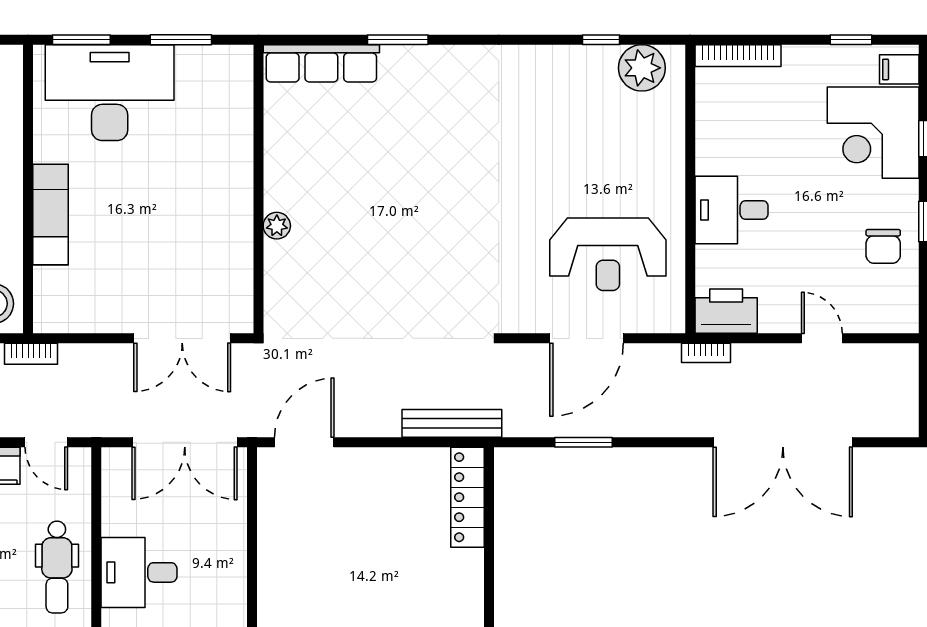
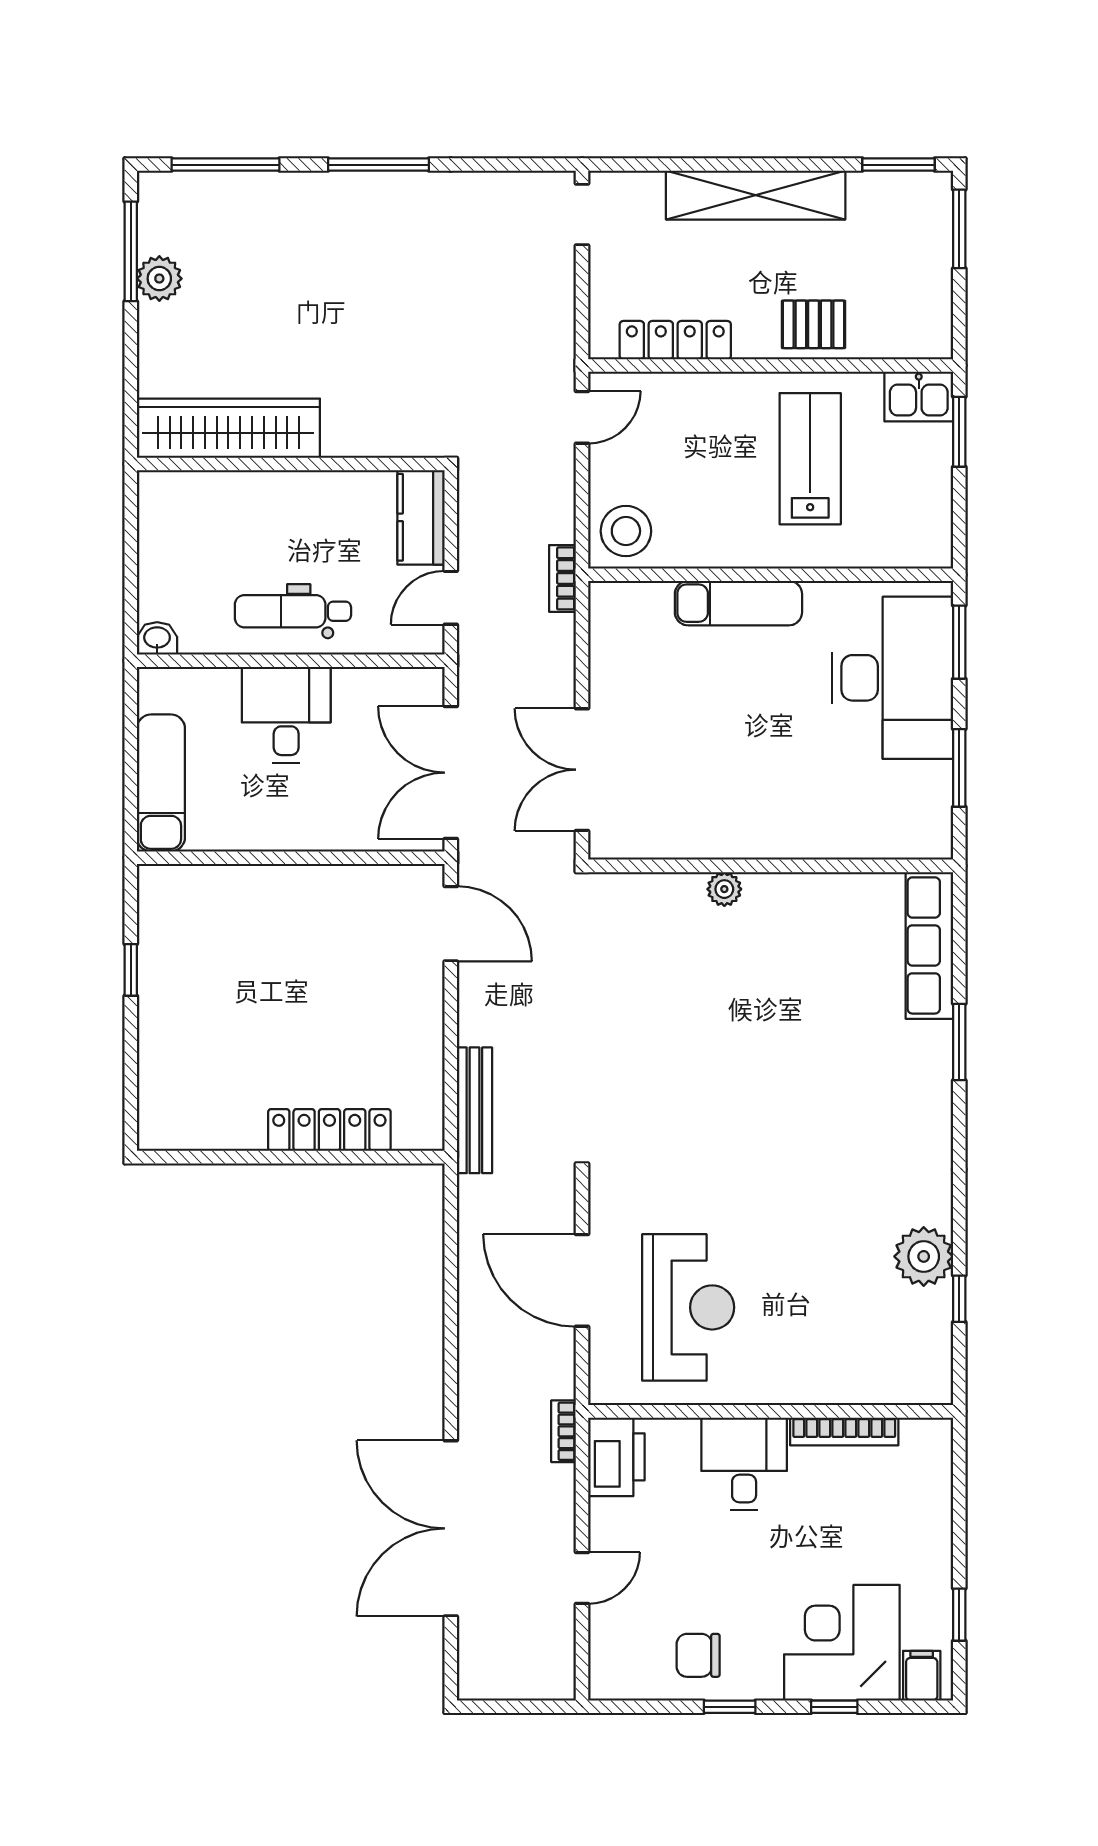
bookcase: (738, 56) -> (844, 1431), moved, turned -90
plant: (642, 68) -> (924, 1256), moved
reception desk: (608, 254) -> (688, 1307), turned 180
window: (584, 442) -> (451, 1277), removed
locker: (467, 497) -> (329, 1130), moved

